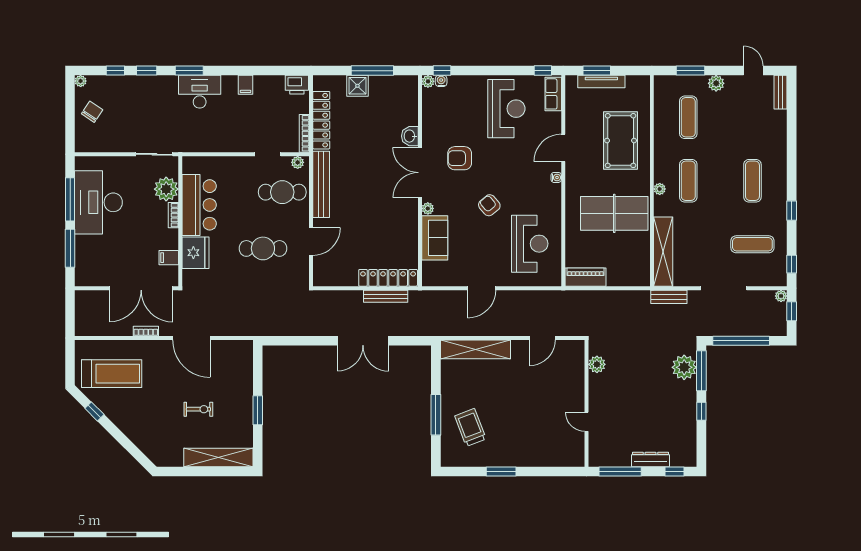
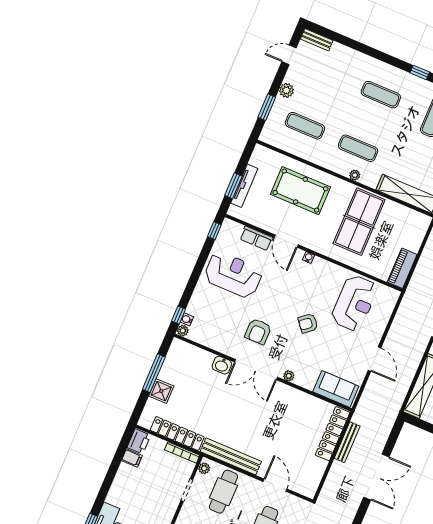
filing cabinet: (245, 85) -> (132, 458), moved
row of seats: (553, 94) -> (256, 238), moved
sofa: (435, 238) -> (336, 389), moved
reception desk: (530, 244) -> (354, 303), turned 90

